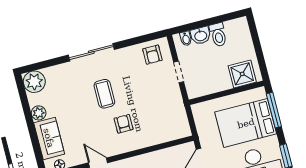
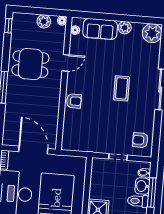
window: (204, 23) -> (152, 193), added
coffee table: (104, 94) -> (121, 88), turned 90
armchair: (124, 124) -> (74, 101), moved

